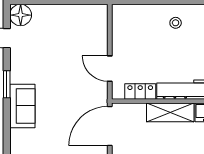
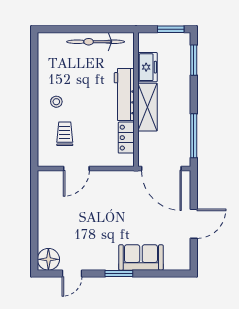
trolley: (144, 31) -> (65, 134), added
door: (110, 69) -> (76, 169), moved

